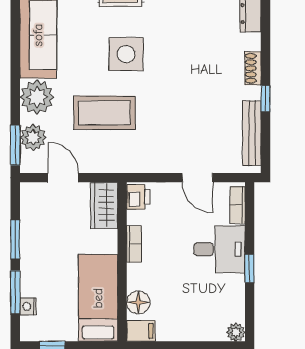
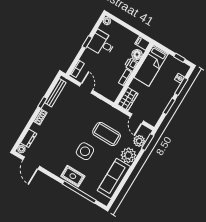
printer: (138, 197) -> (131, 64), moved
desk: (219, 249) -> (102, 43), moved

